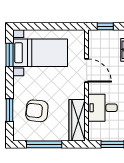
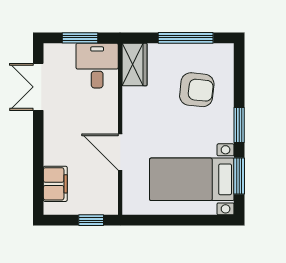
desk: (102, 108) -> (97, 66), moved, turned -90
window: (9, 110) -> (239, 125), moved
wardrobe: (77, 120) -> (135, 65), width x0.67

